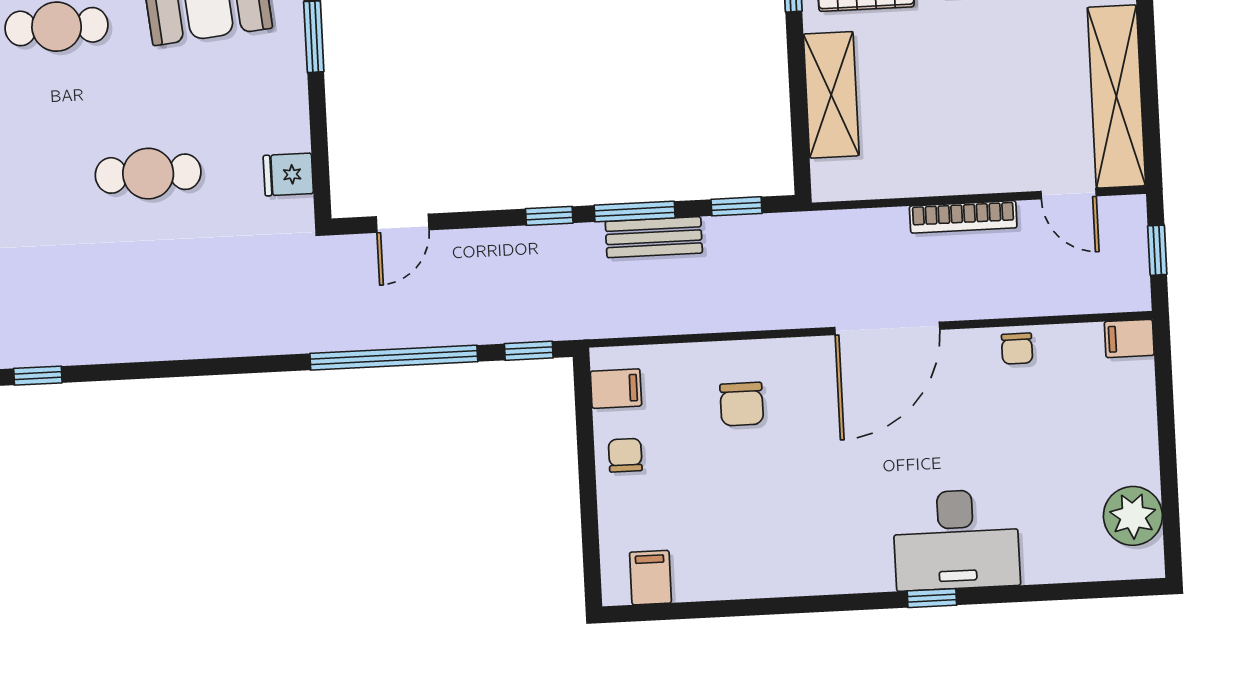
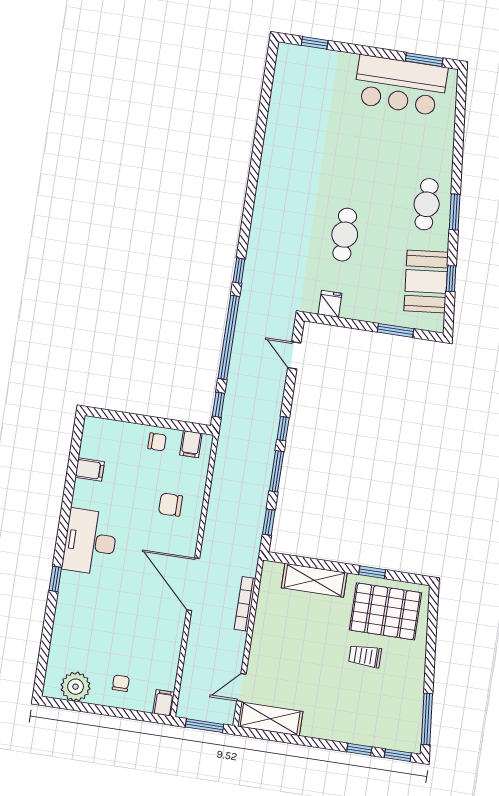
shelving: (1116, 96) -> (270, 719), width x0.68
bookcase: (963, 217) -> (245, 604), moved
bench: (654, 237) -> (262, 478), removed
window: (1157, 250) -> (204, 726), width x1.50
chair: (1017, 349) -> (121, 683), moved, turned 90
window: (38, 376) -> (239, 271), moved
desk: (956, 540) -> (90, 542), moved
filing cabinet: (650, 578) -> (90, 469), moved

